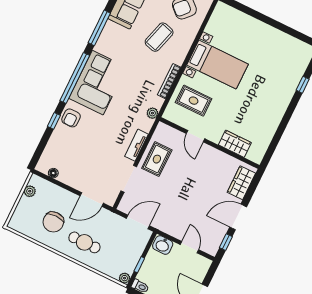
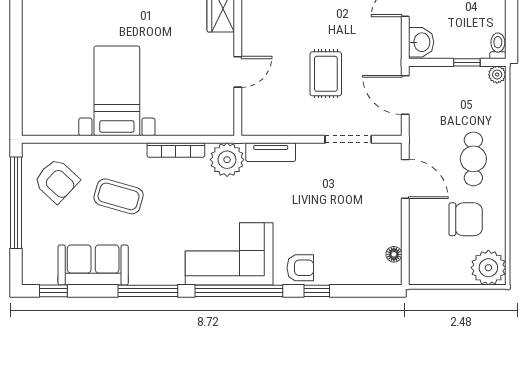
rug: (194, 101) -> (187, 100), removed
plant: (152, 113) -> (227, 160), width x1.88, depth x1.88
tv unit: (136, 145) -> (271, 152), moved
rug: (157, 159) -> (326, 74), moved, turned 90
plant: (30, 191) -> (488, 268), moved, width x1.87, depth x1.87

